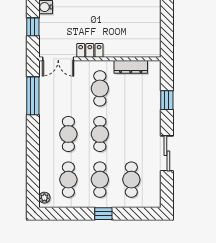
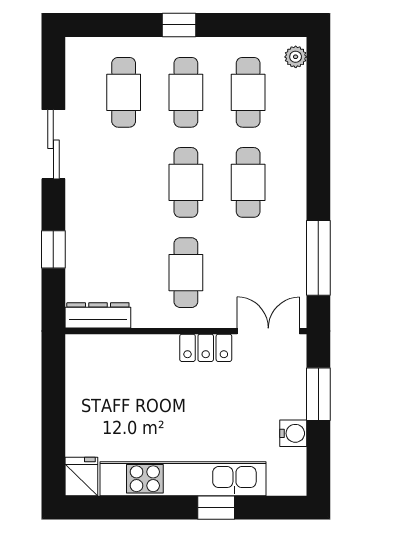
window: (33, 27) -> (318, 394), width x1.50
dresser: (131, 67) -> (98, 315), moved

